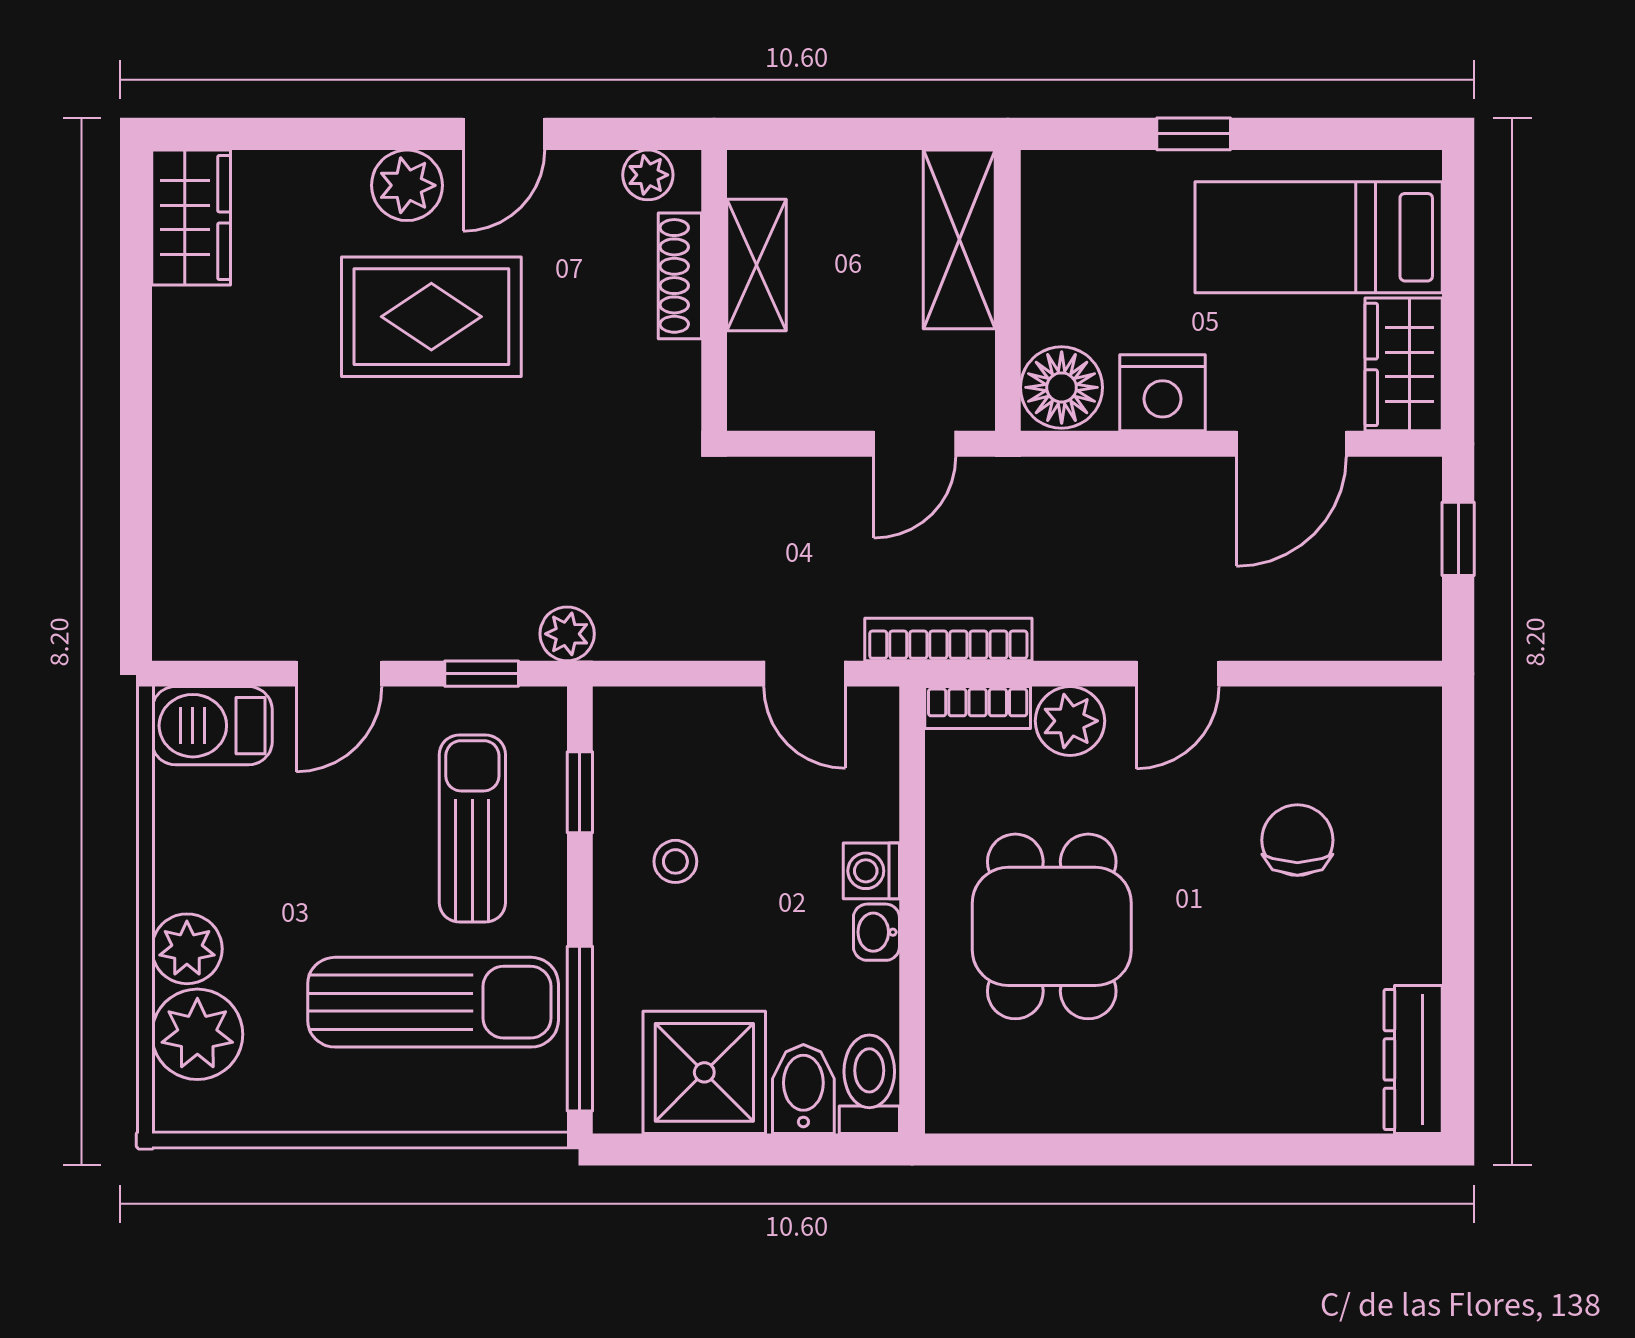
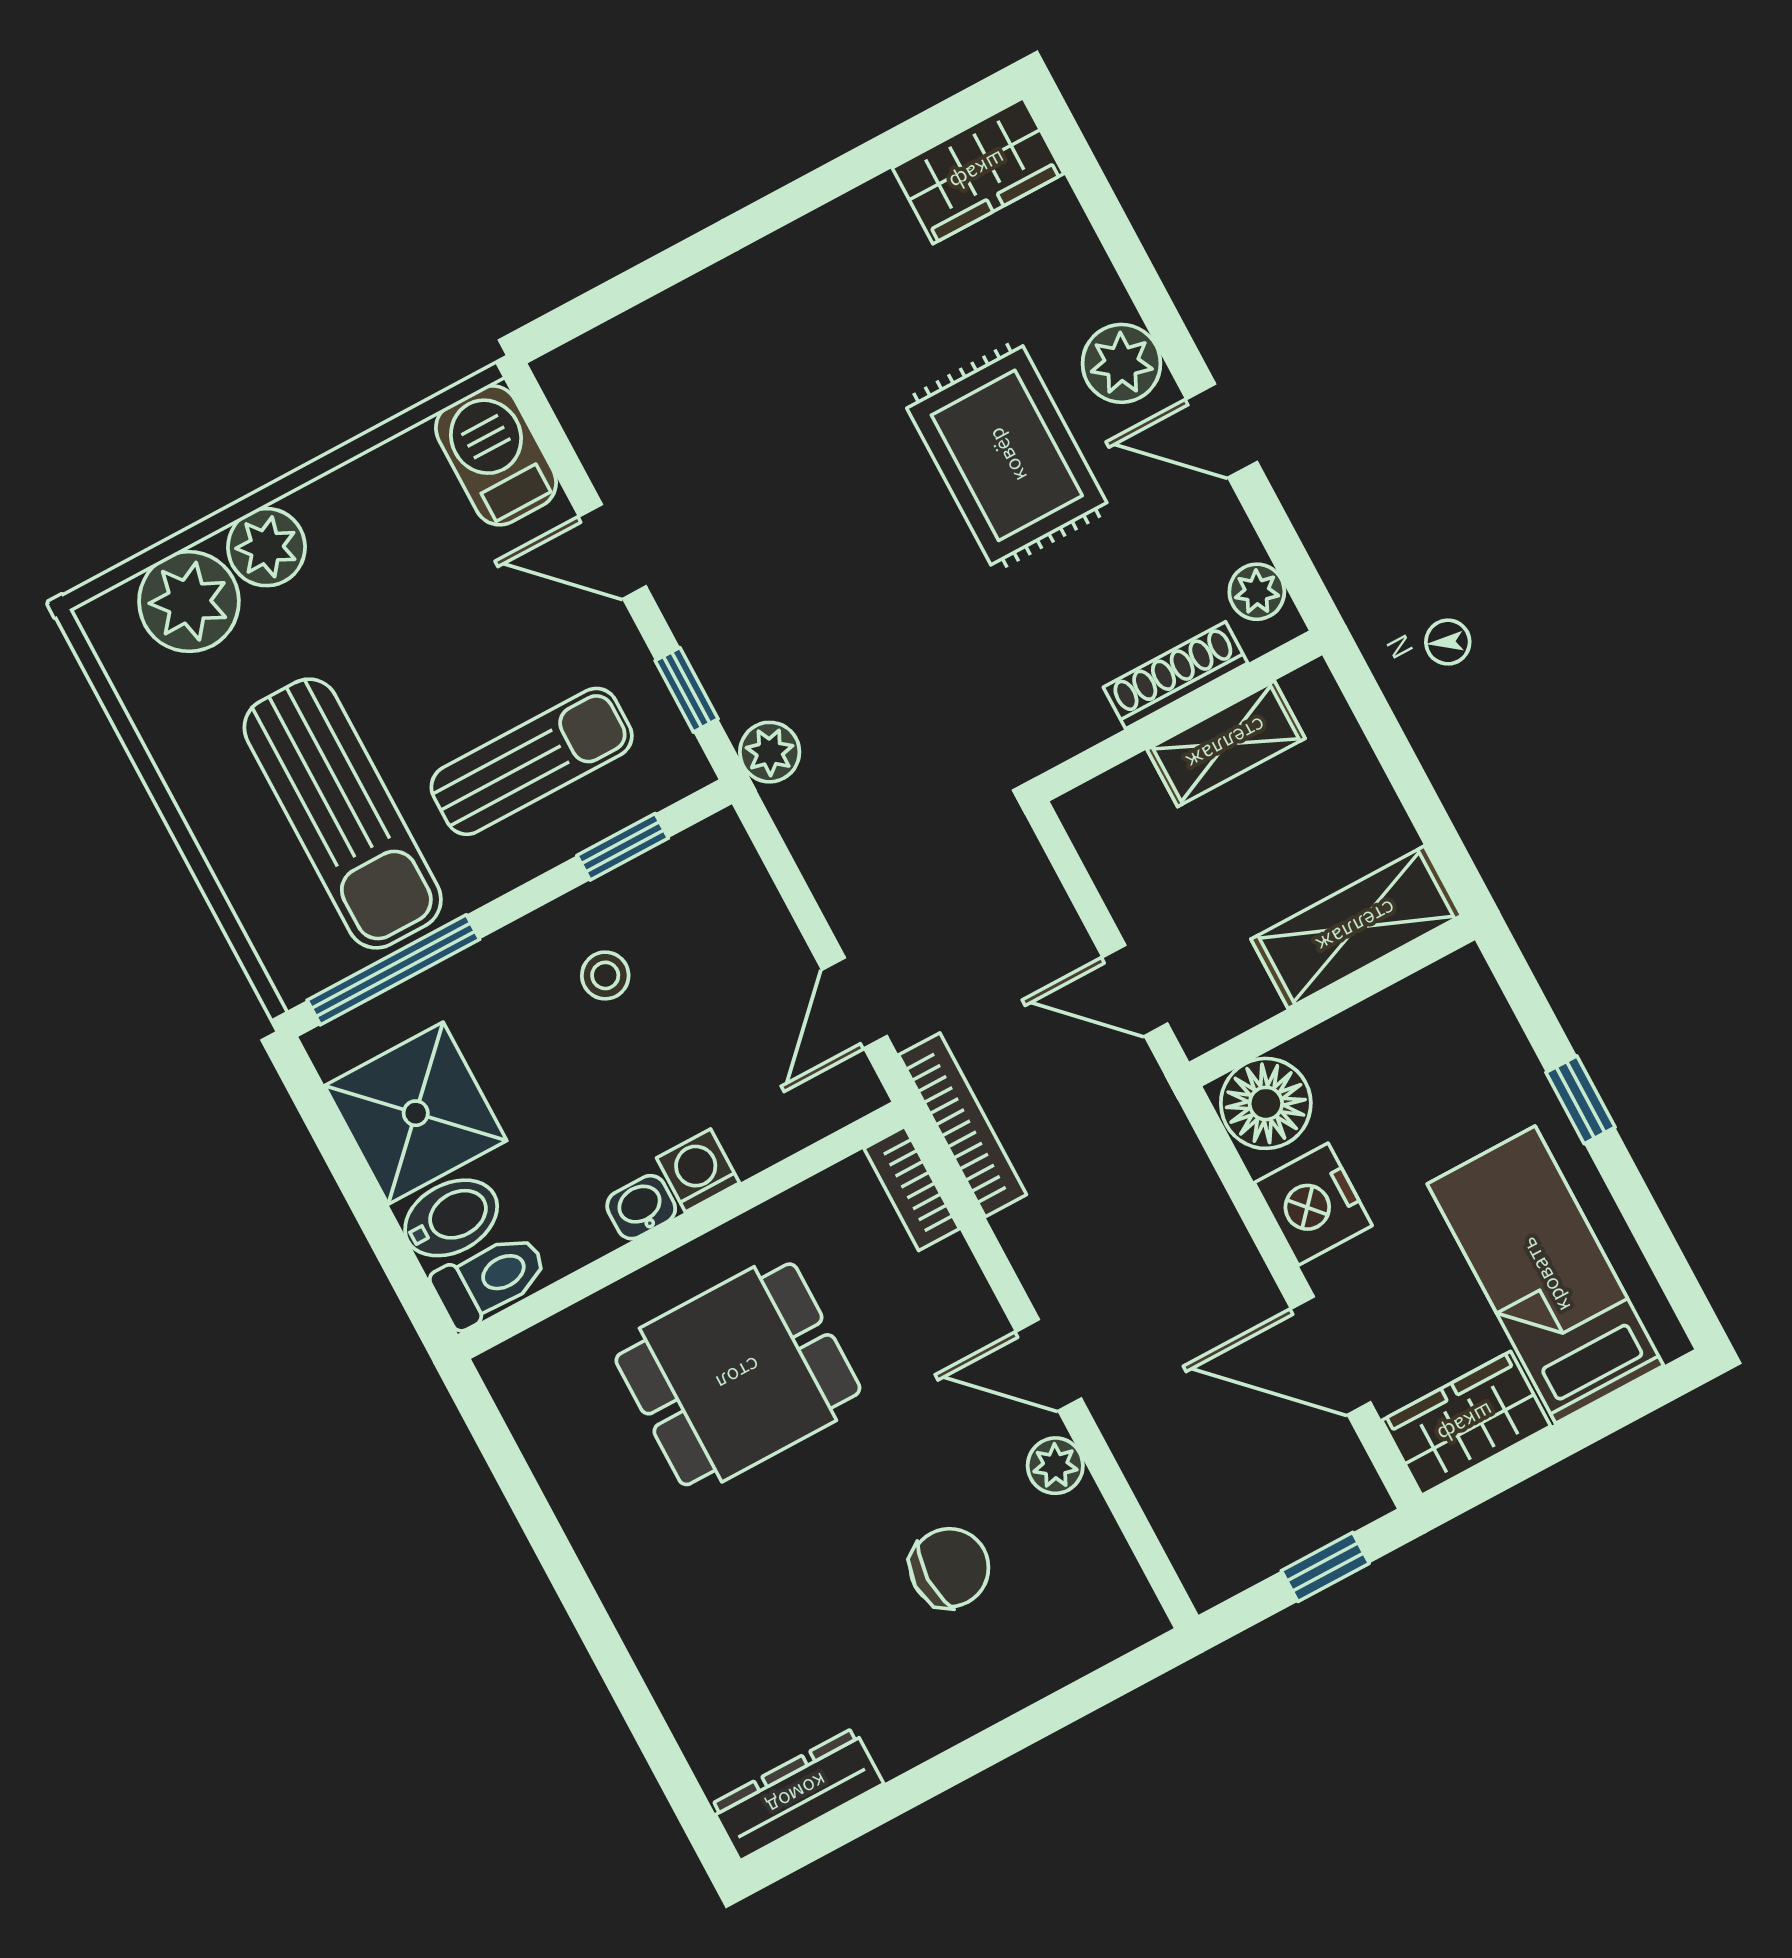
plant: (1070, 721) -> (1055, 1466), moved, width x0.73, depth x0.73

